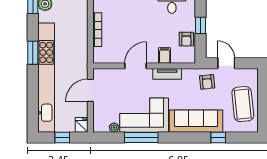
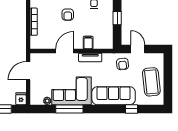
armchair: (186, 39) -> (68, 15), moved

